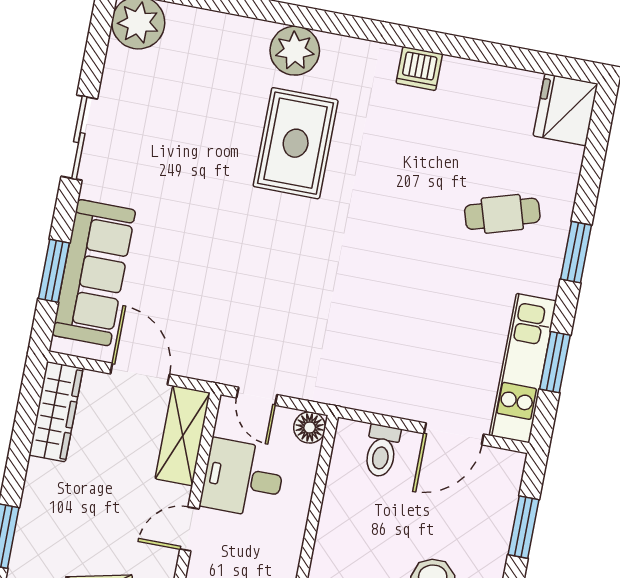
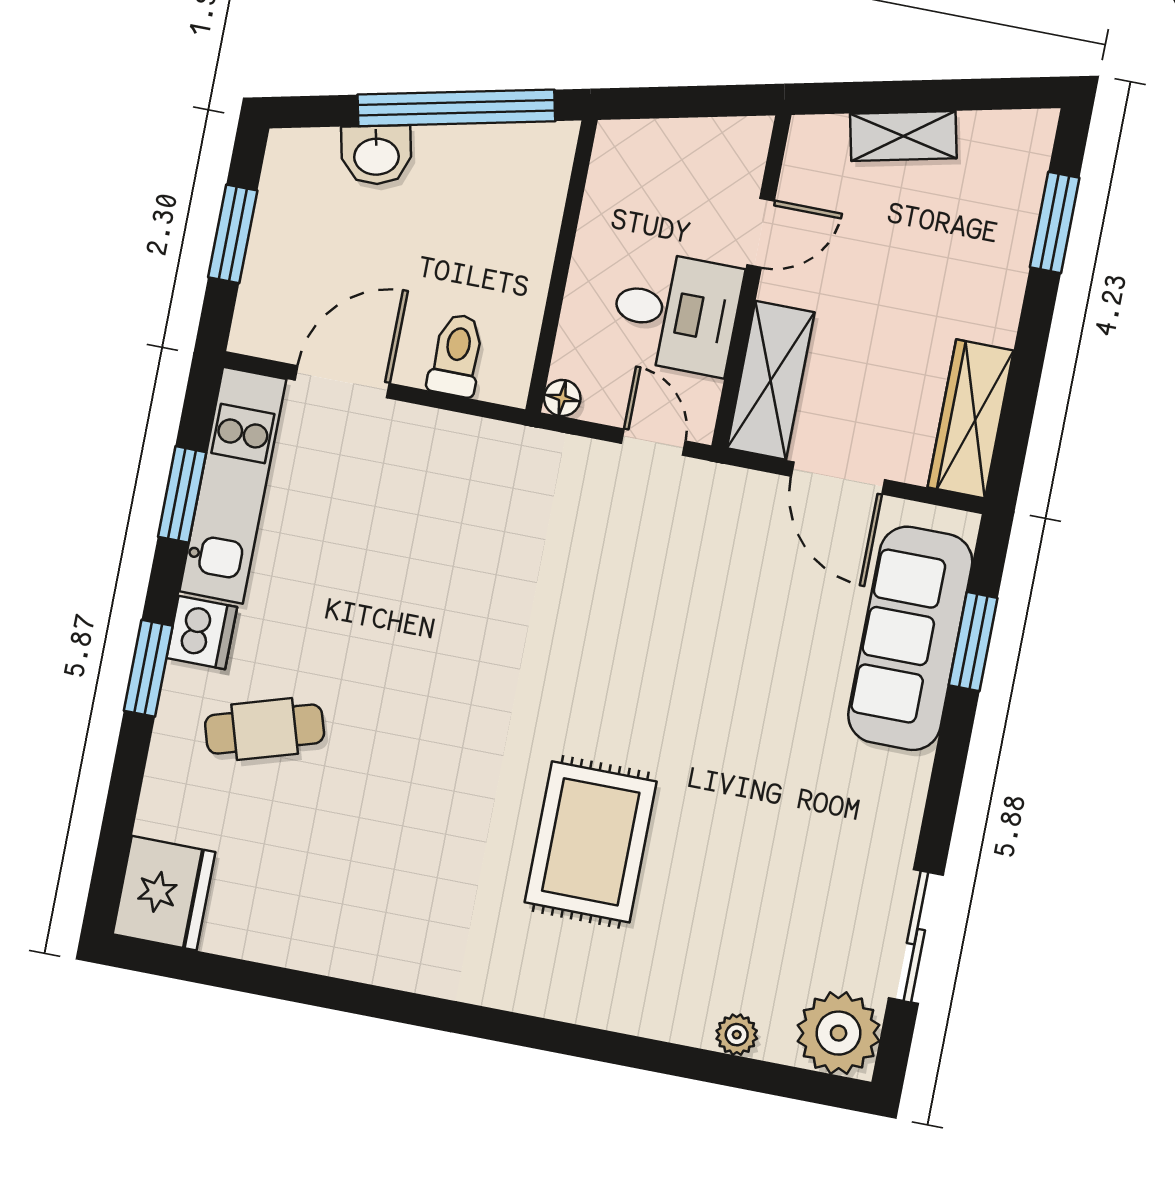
plant: (295, 51) -> (737, 1035), moved, width x0.53, depth x0.53
dishwasher: (419, 69) -> (202, 633), moved, turned 90
sliding door: (79, 138) -> (916, 937), moved
floor lamp: (310, 427) -> (562, 398), width x0.73, depth x0.73

